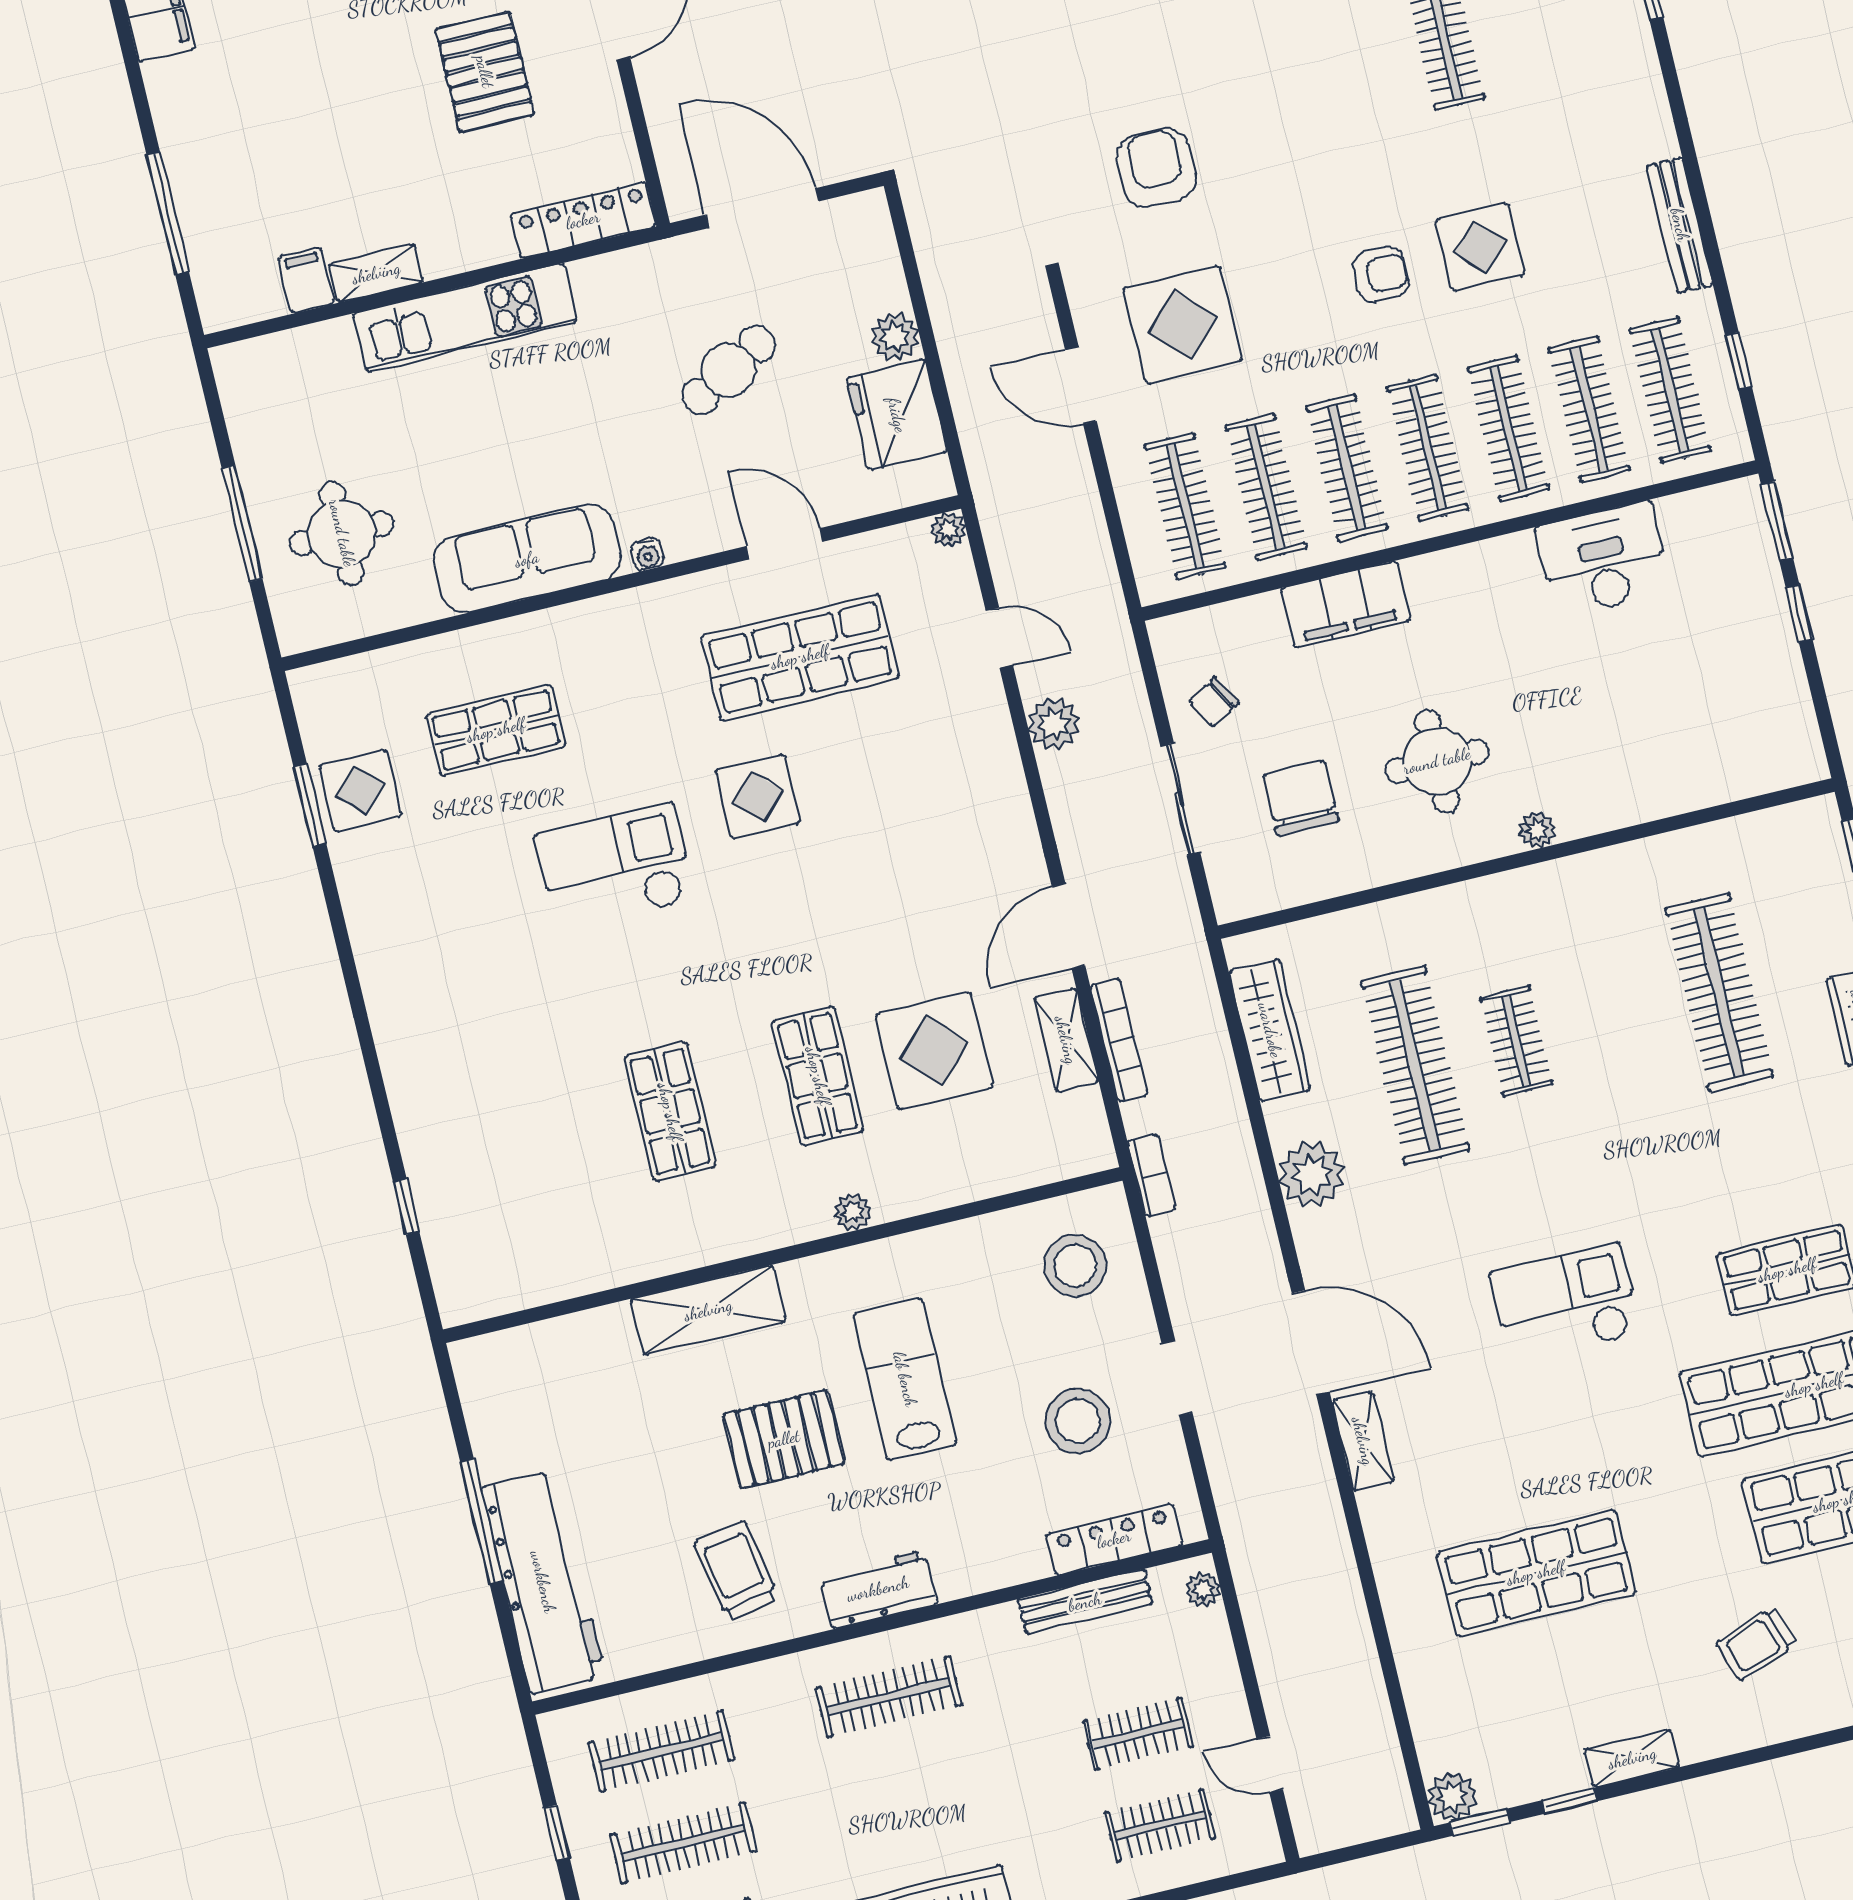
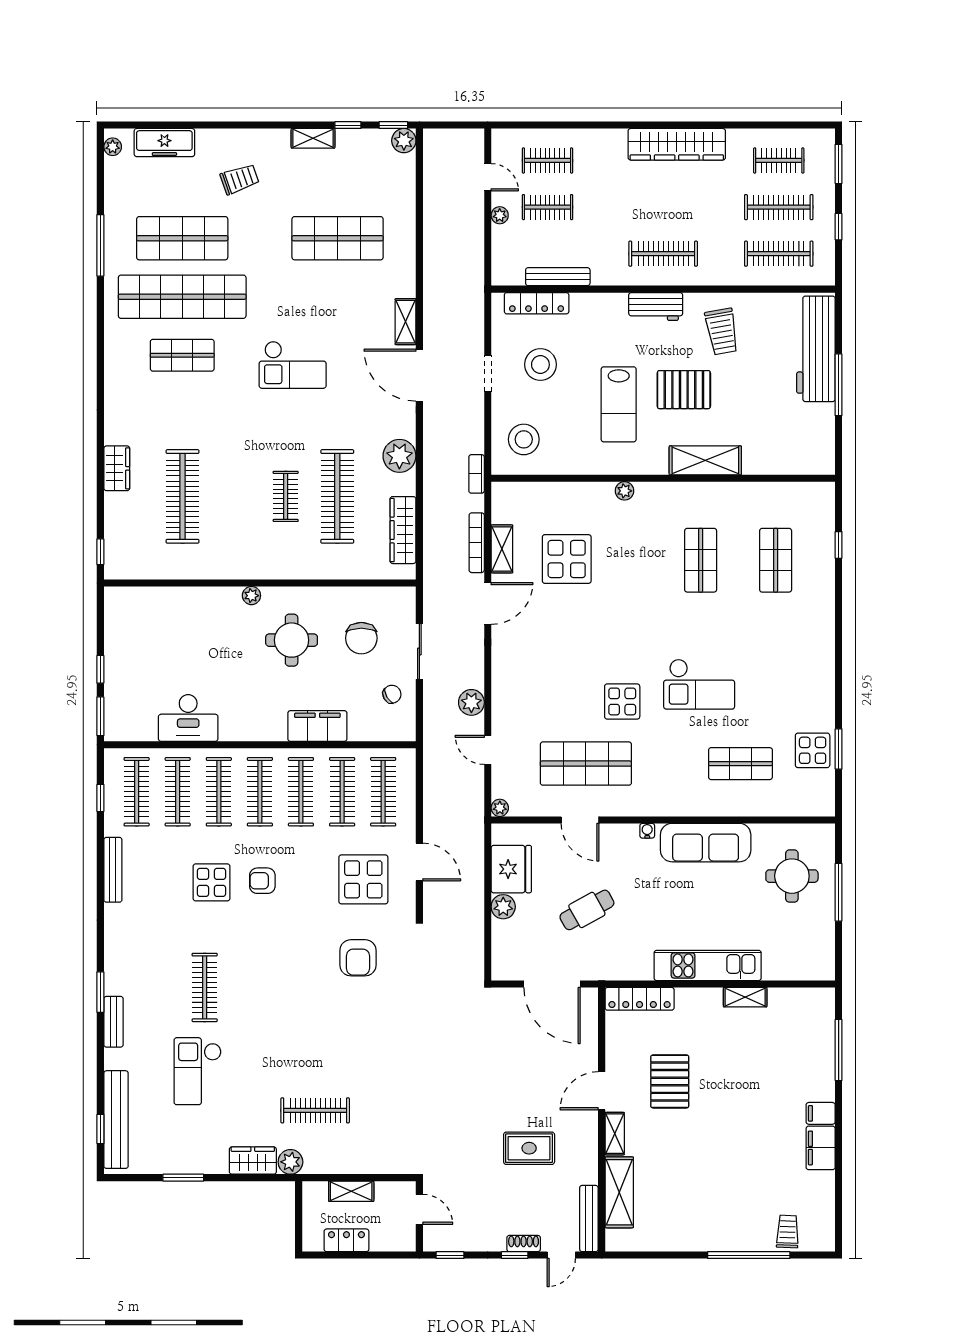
filing cabinet: (306, 280) -> (821, 1113), moved, turned 90
shop shelf: (818, 1076) -> (776, 560), moved
plant: (1203, 1590) -> (500, 215), moved

